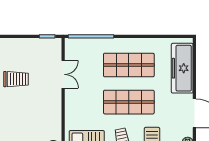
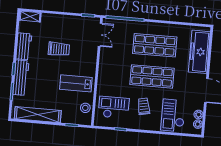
double door: (63, 74) -> (100, 35), moved
lab bench: (40, 118) -> (76, 83), added

